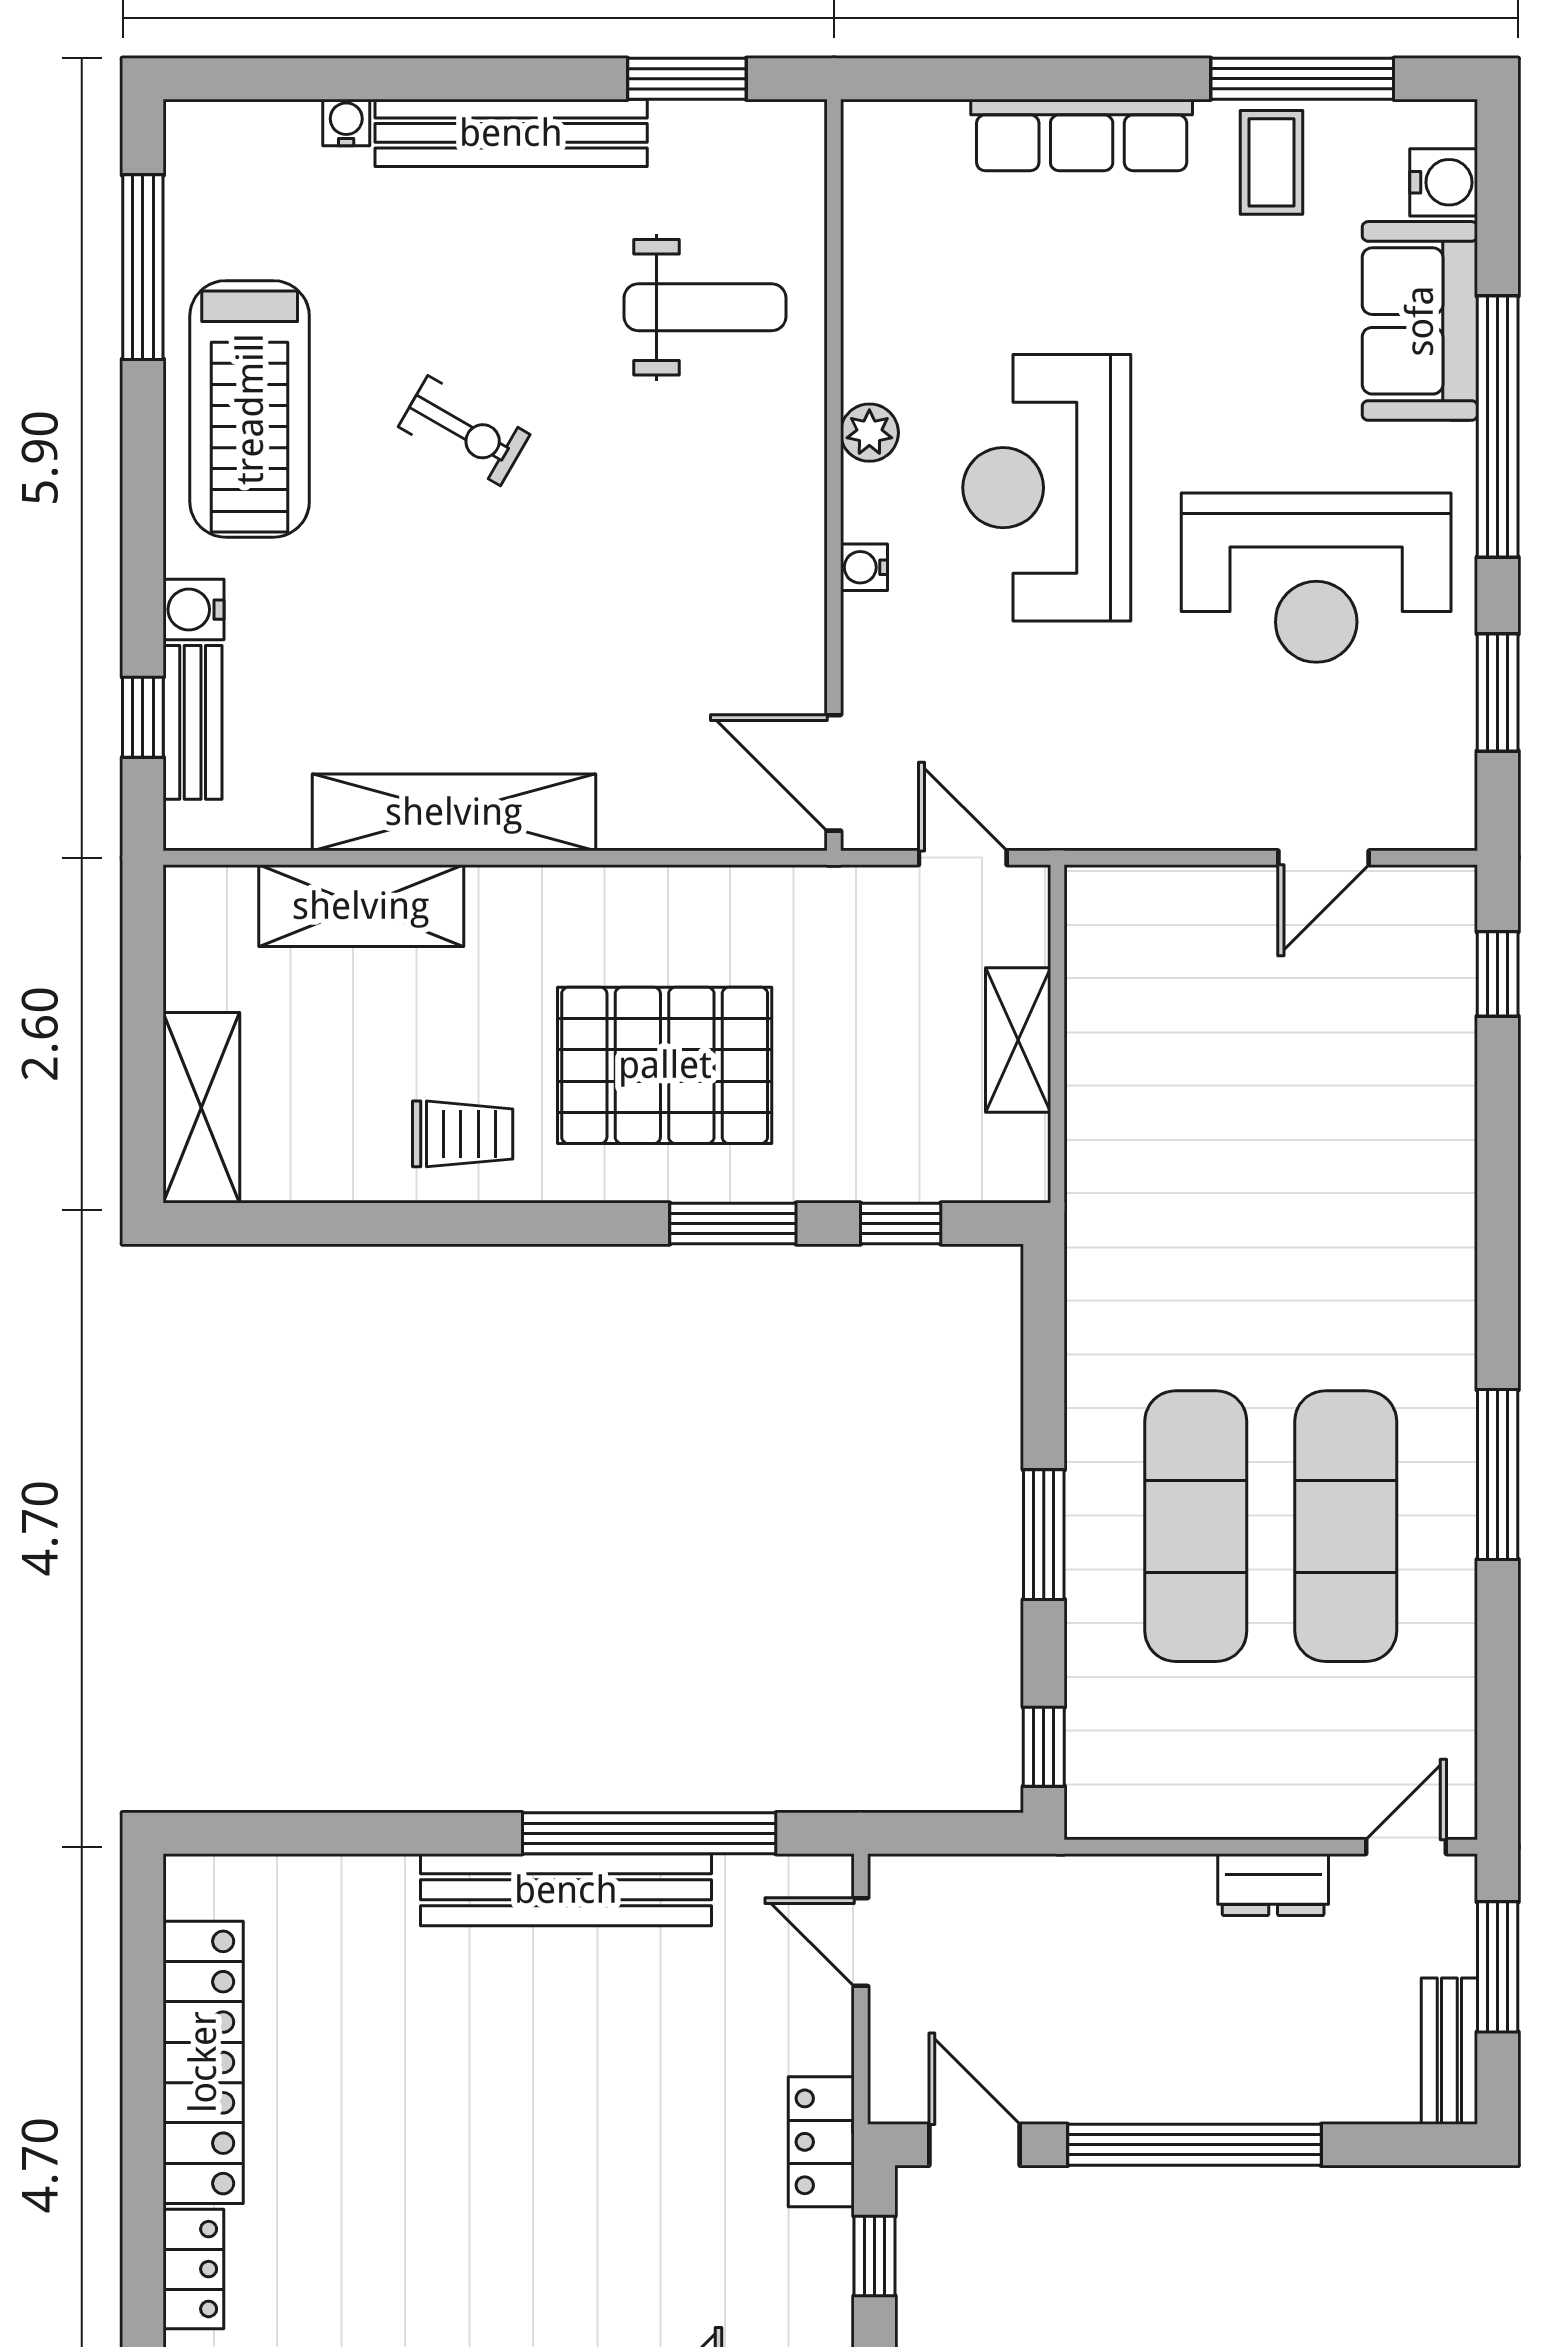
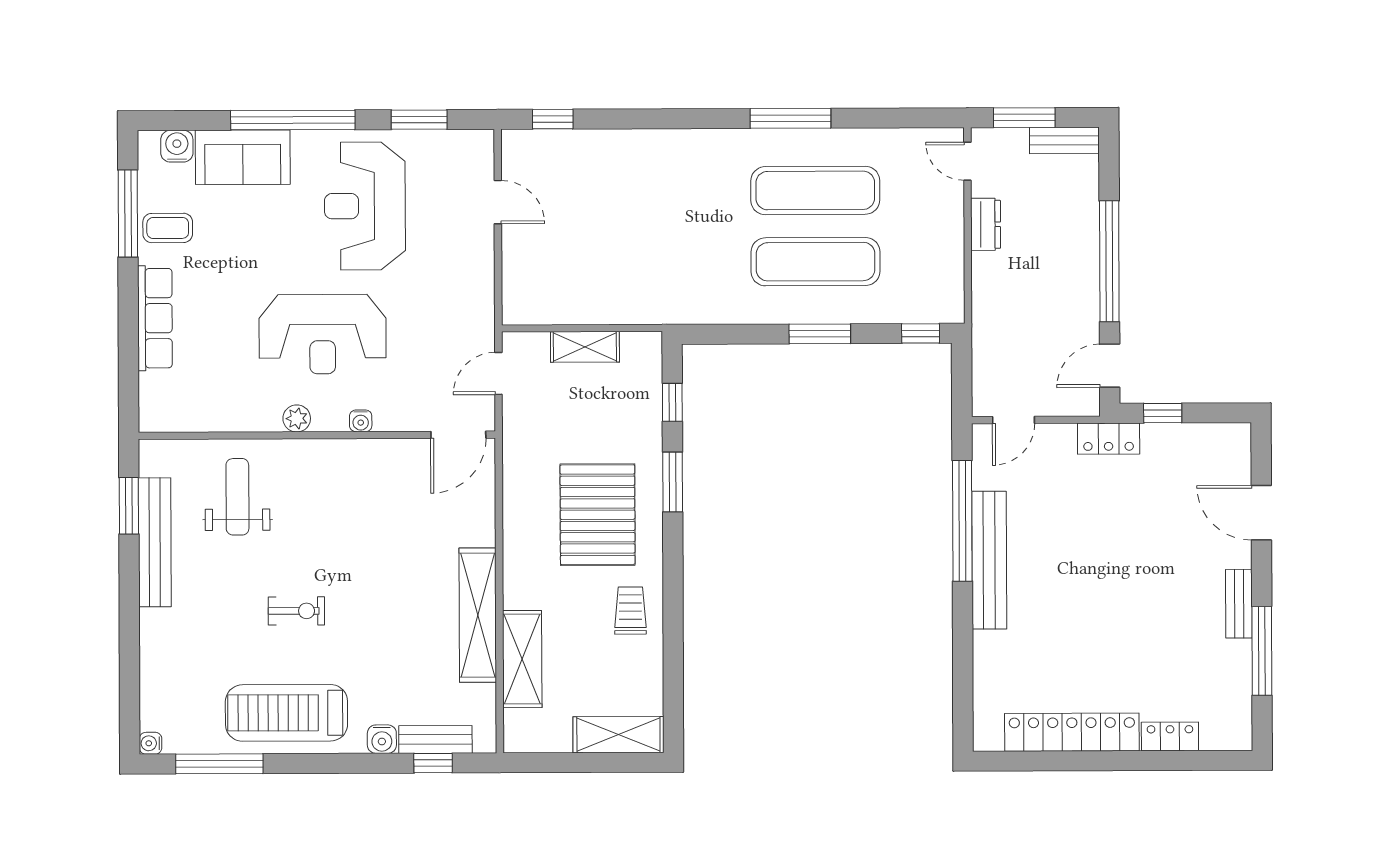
water cooler: (346, 122) -> (151, 743), moved
bench: (511, 133) -> (155, 542), moved
treadmill: (250, 409) -> (286, 713), turned 180
exercise bike: (464, 431) -> (296, 611), turned 60
reception desk: (1316, 578) -> (365, 206), turned 180

